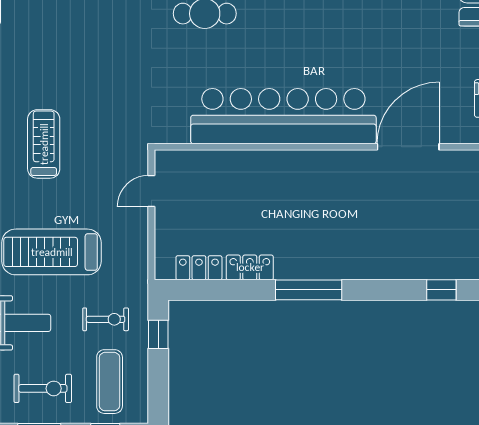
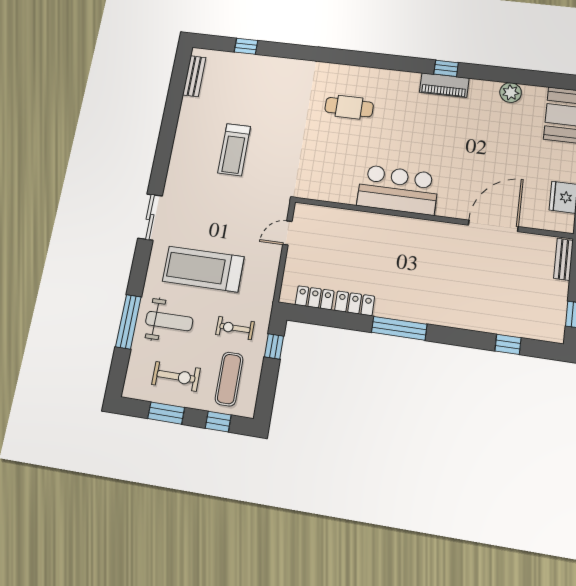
bar counter: (283, 116) -> (398, 190), width x0.54
treadmill: (44, 144) -> (234, 150), moved, turned 180
exercise bike: (106, 319) -> (235, 328), turned 180

